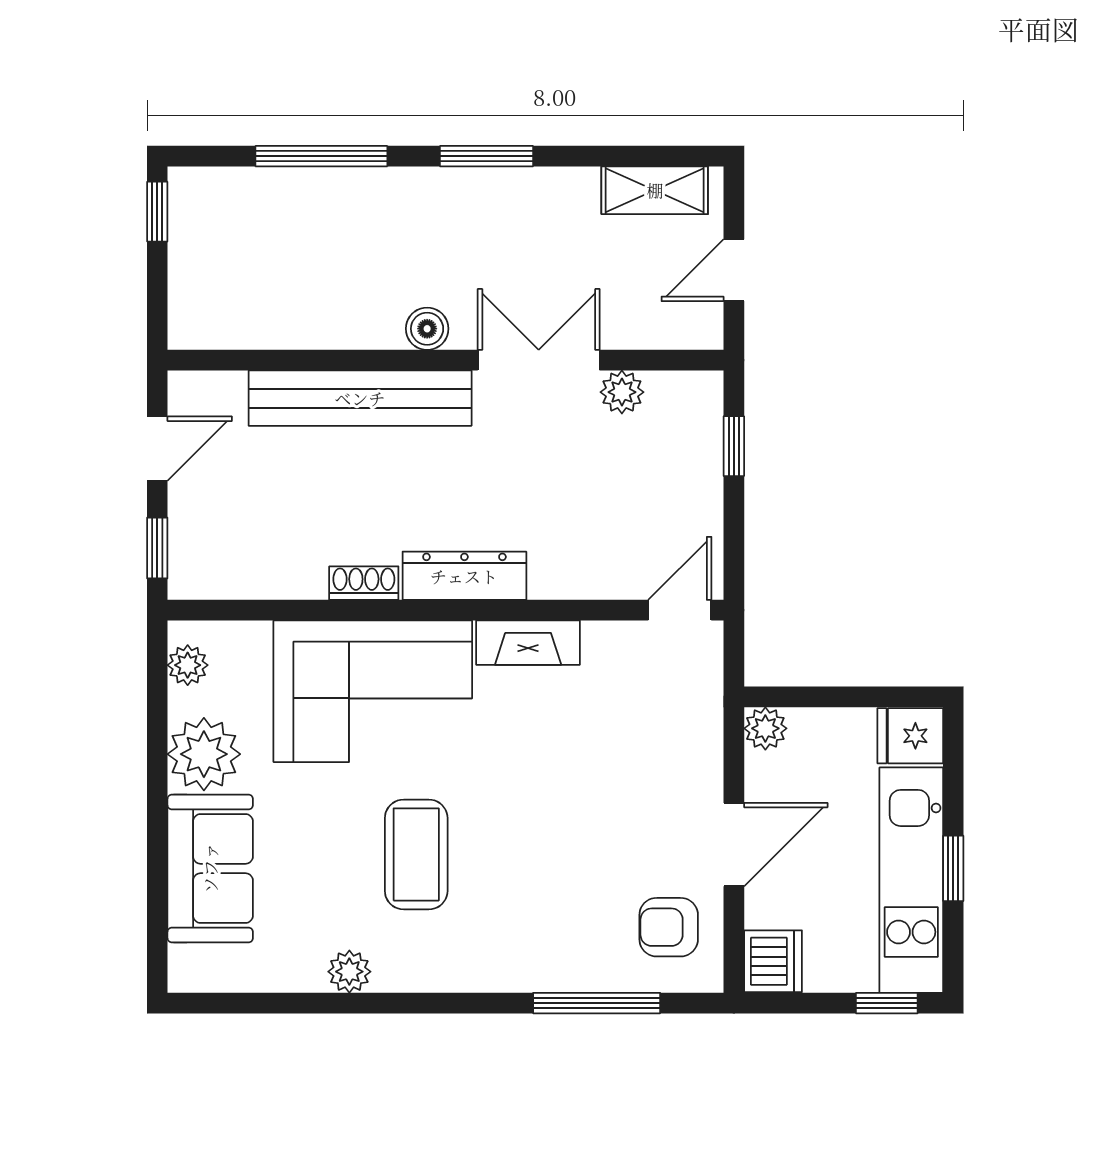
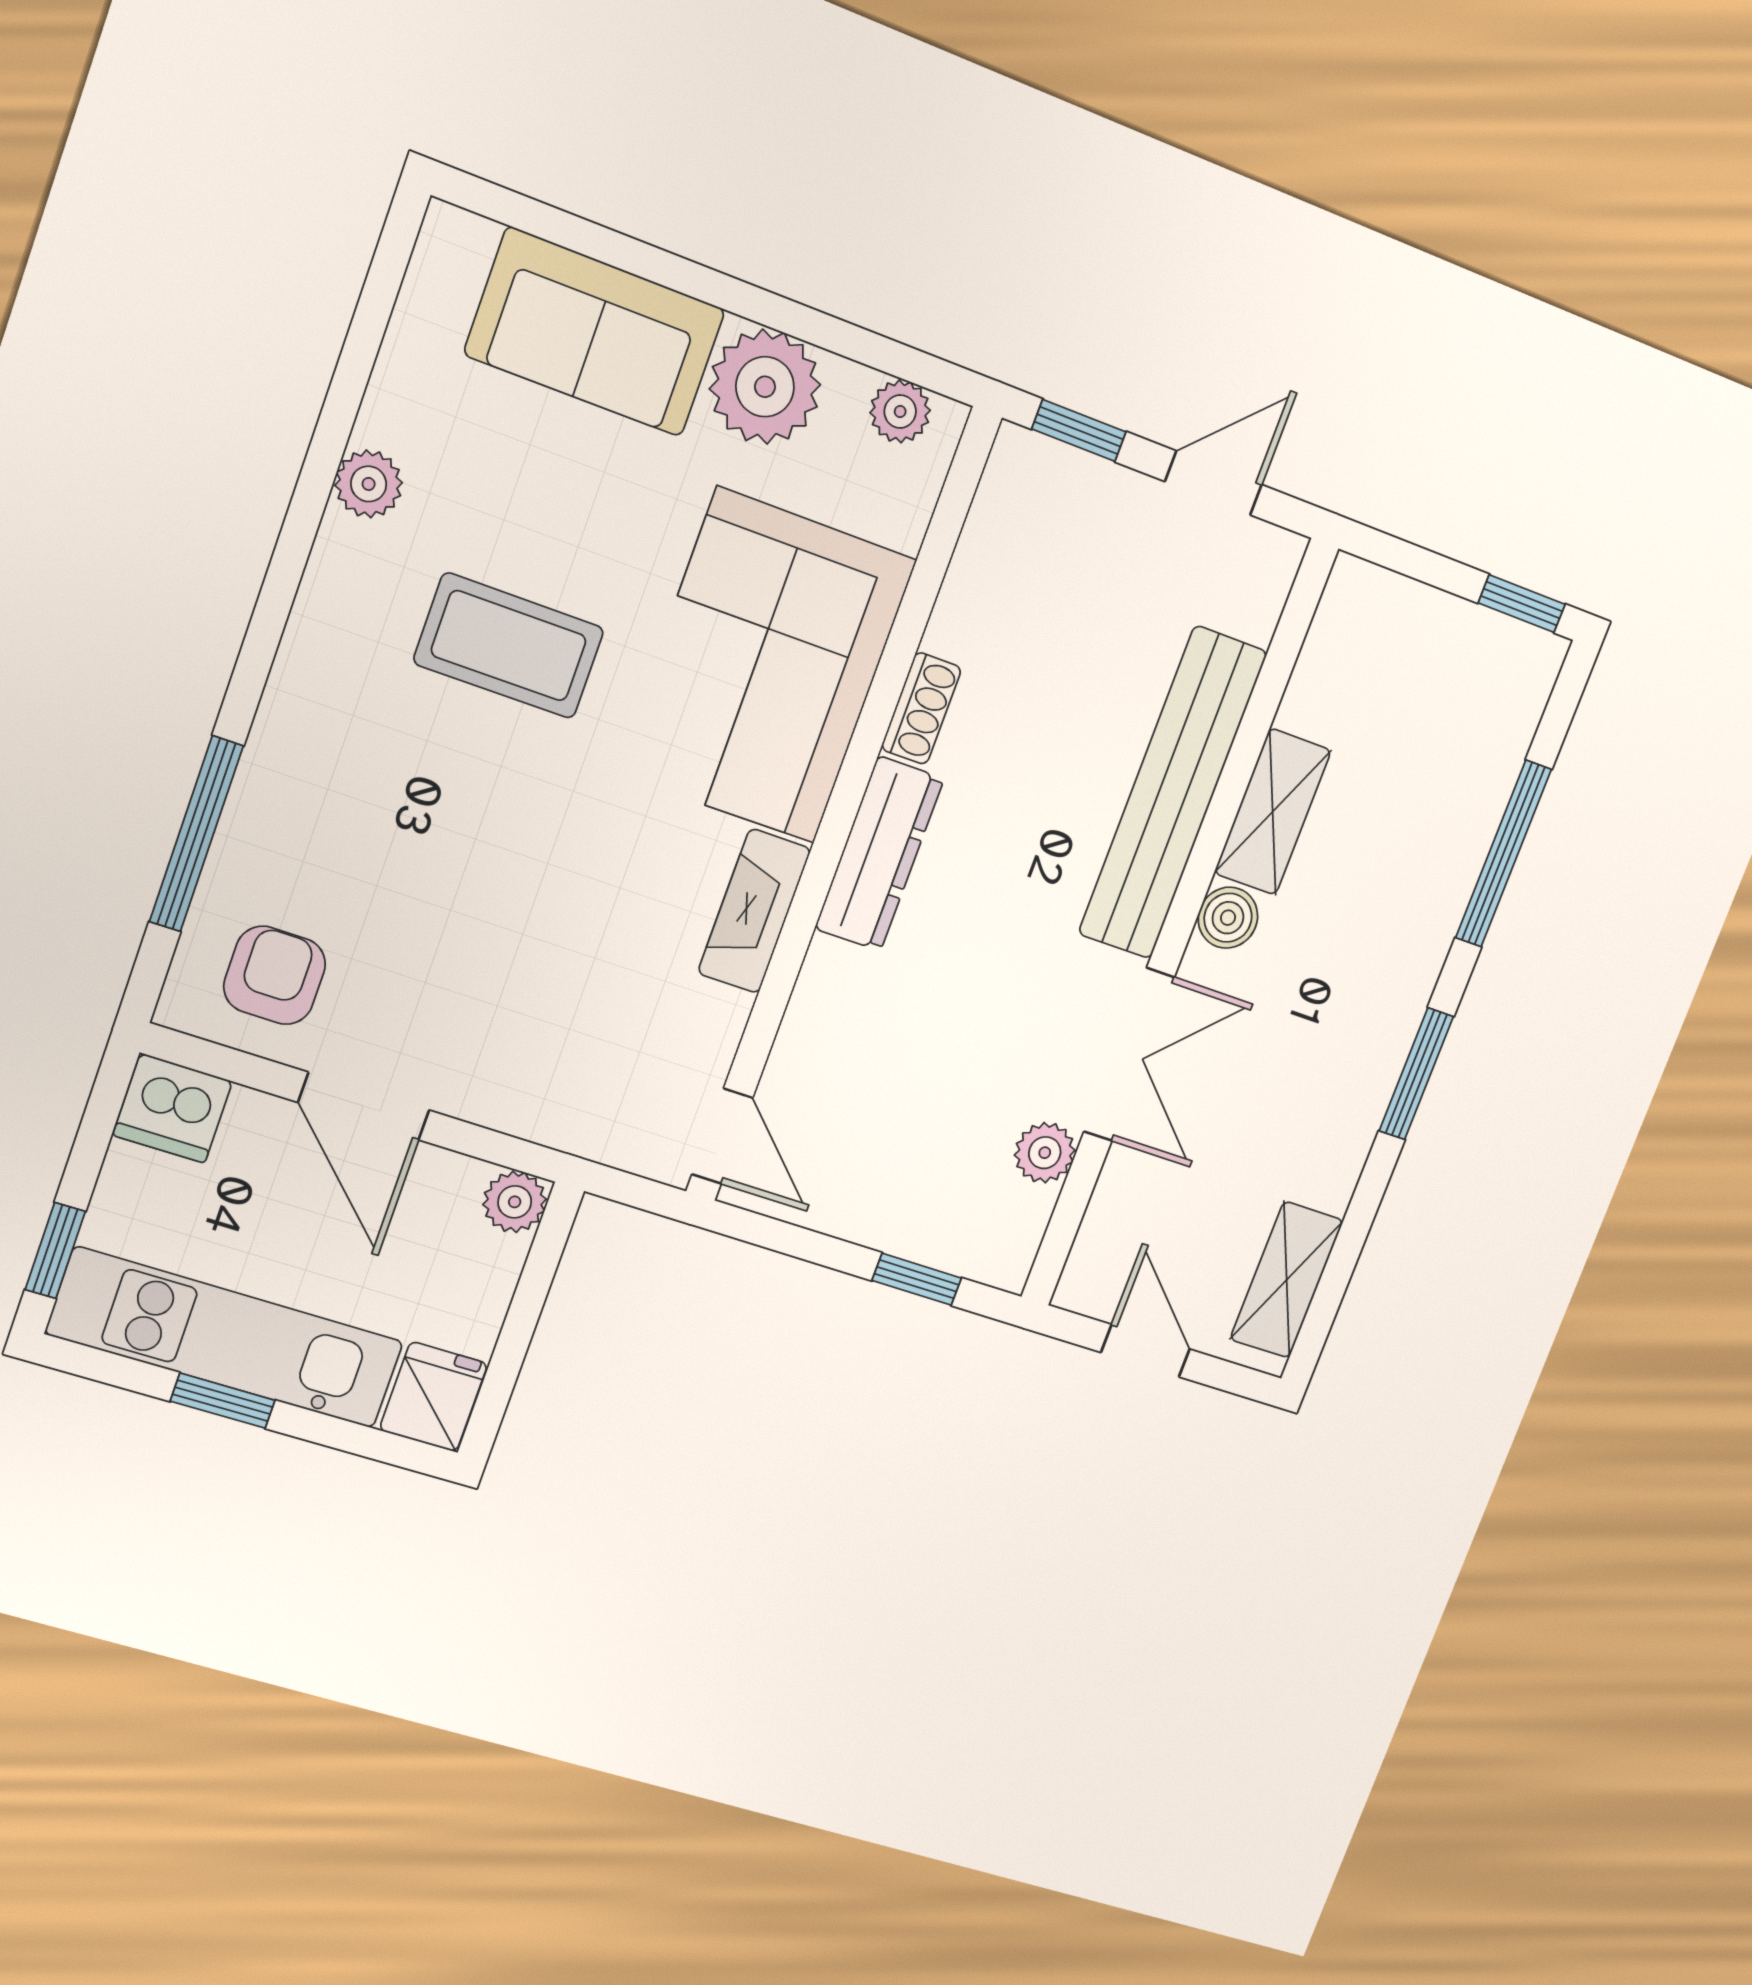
shelving: (349, 326) -> (1273, 812), added
door: (157, 449) -> (1213, 483), swing flipped

